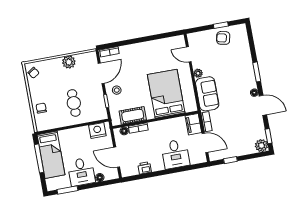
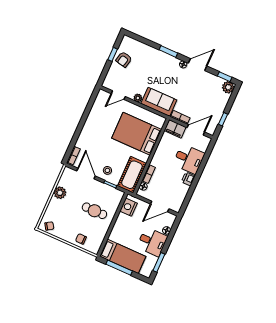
cot: (133, 115) -> (132, 175), width x1.37, depth x1.34
printer: (145, 168) -> (188, 179), moved

